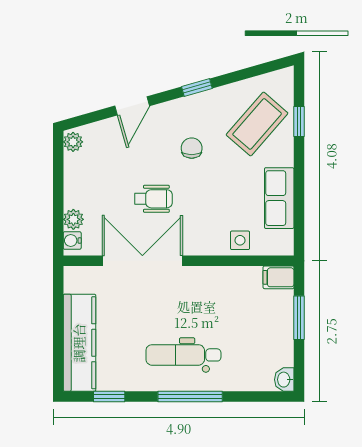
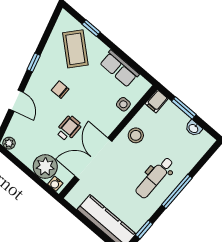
plant: (73, 219) -> (45, 167), width x1.87, depth x1.87
stool: (215, 288) -> (136, 135), added
washbasin: (284, 380) -> (194, 128), moved

